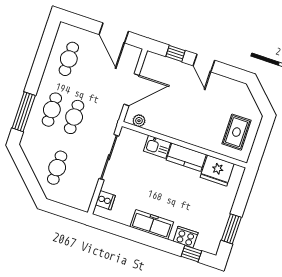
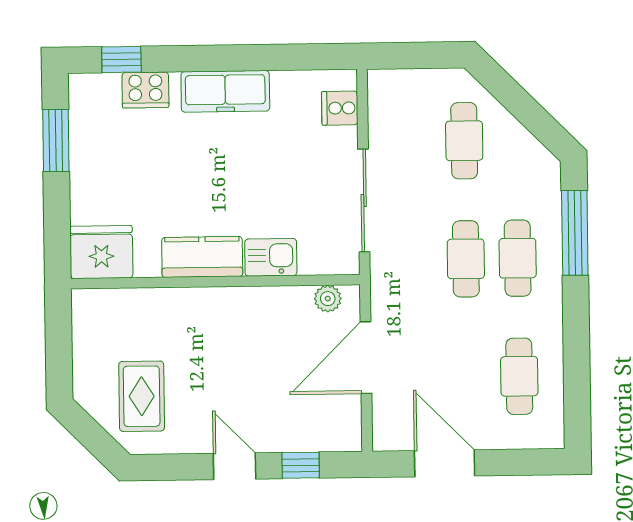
rug: (236, 132) -> (142, 396), moved
fridge: (217, 171) -> (101, 252), moved

